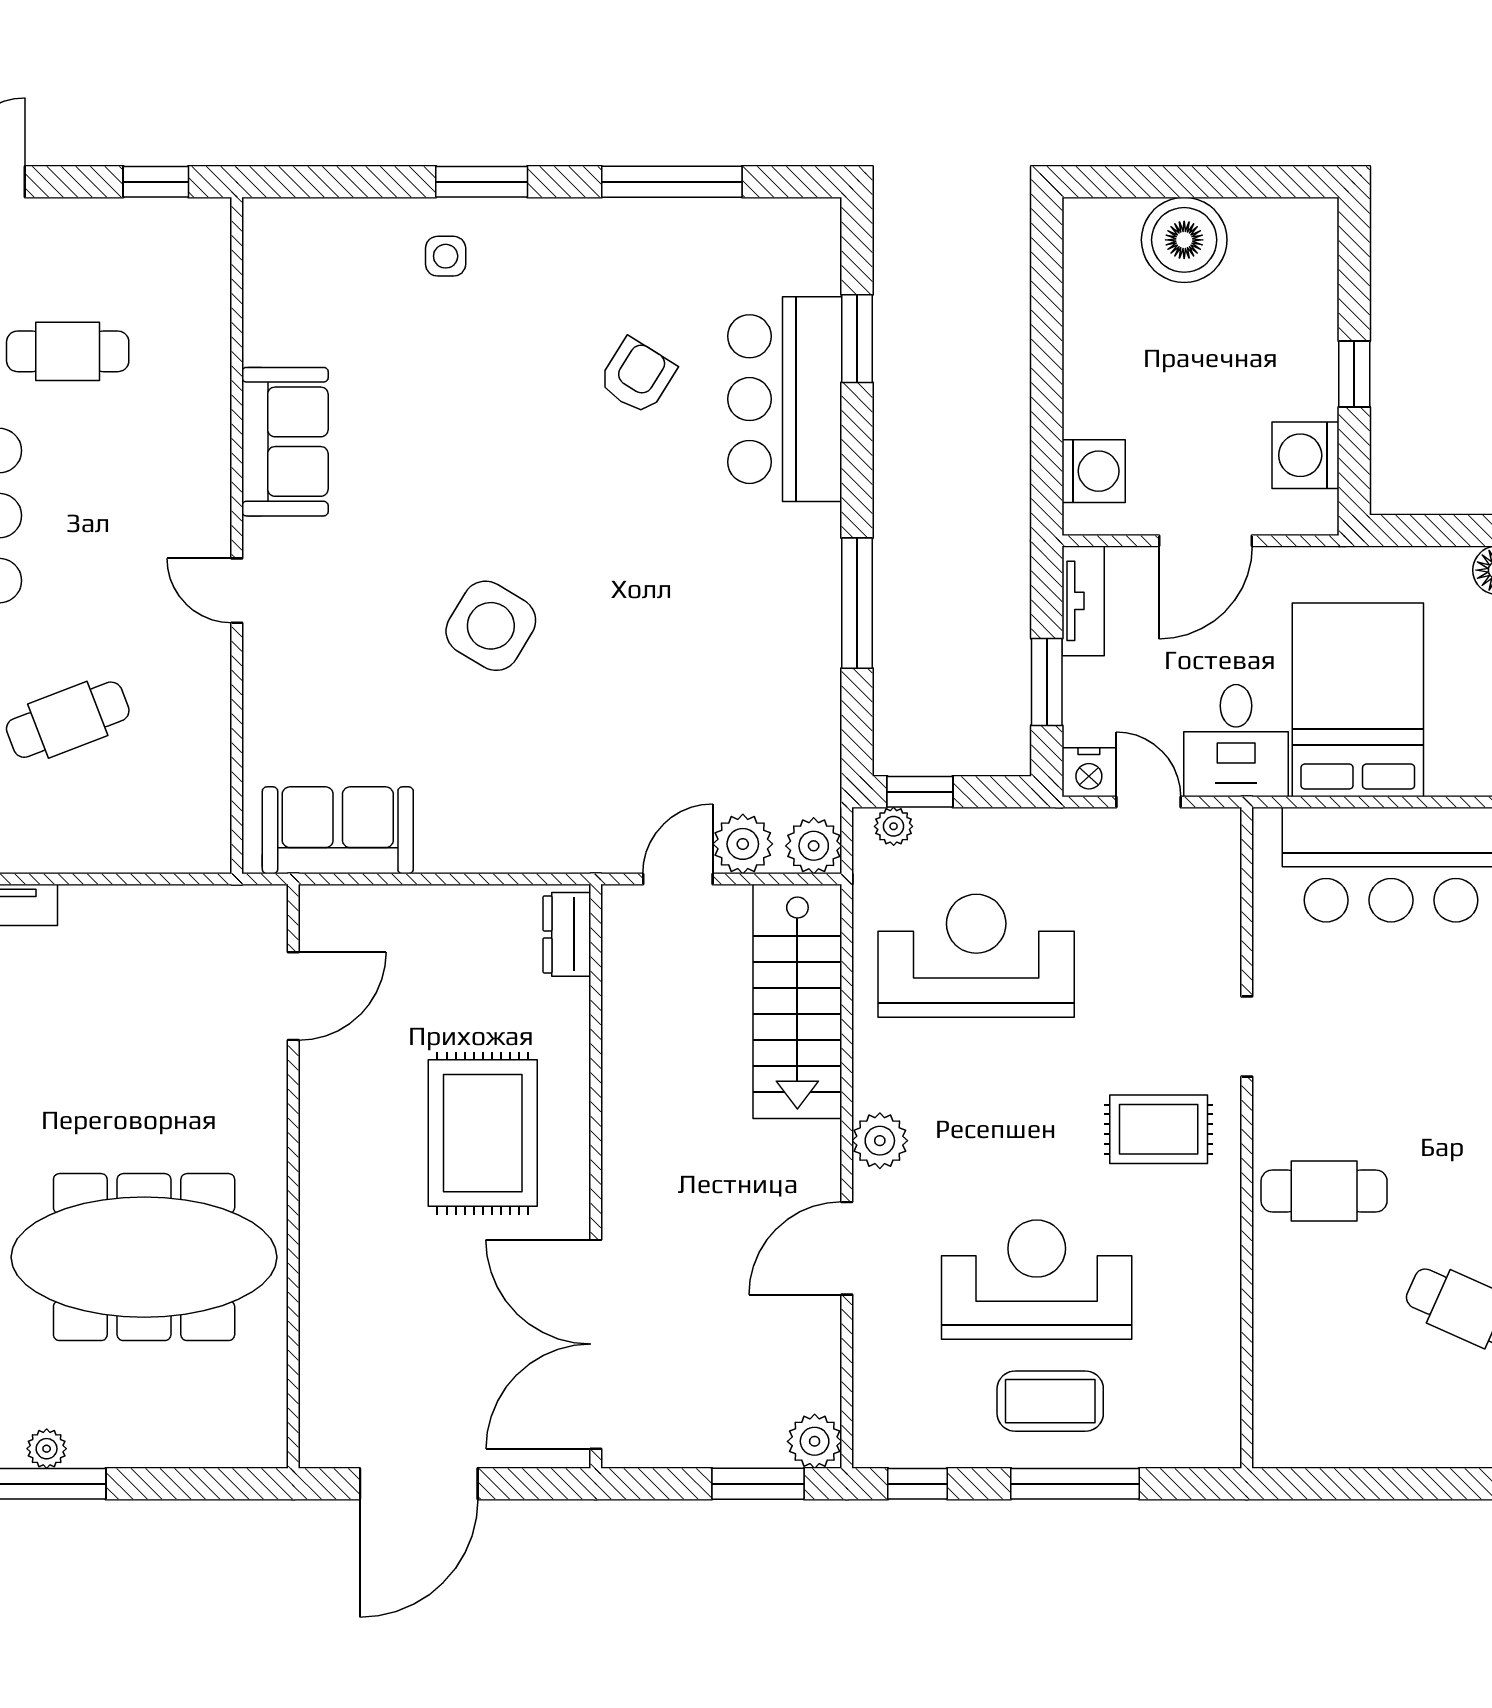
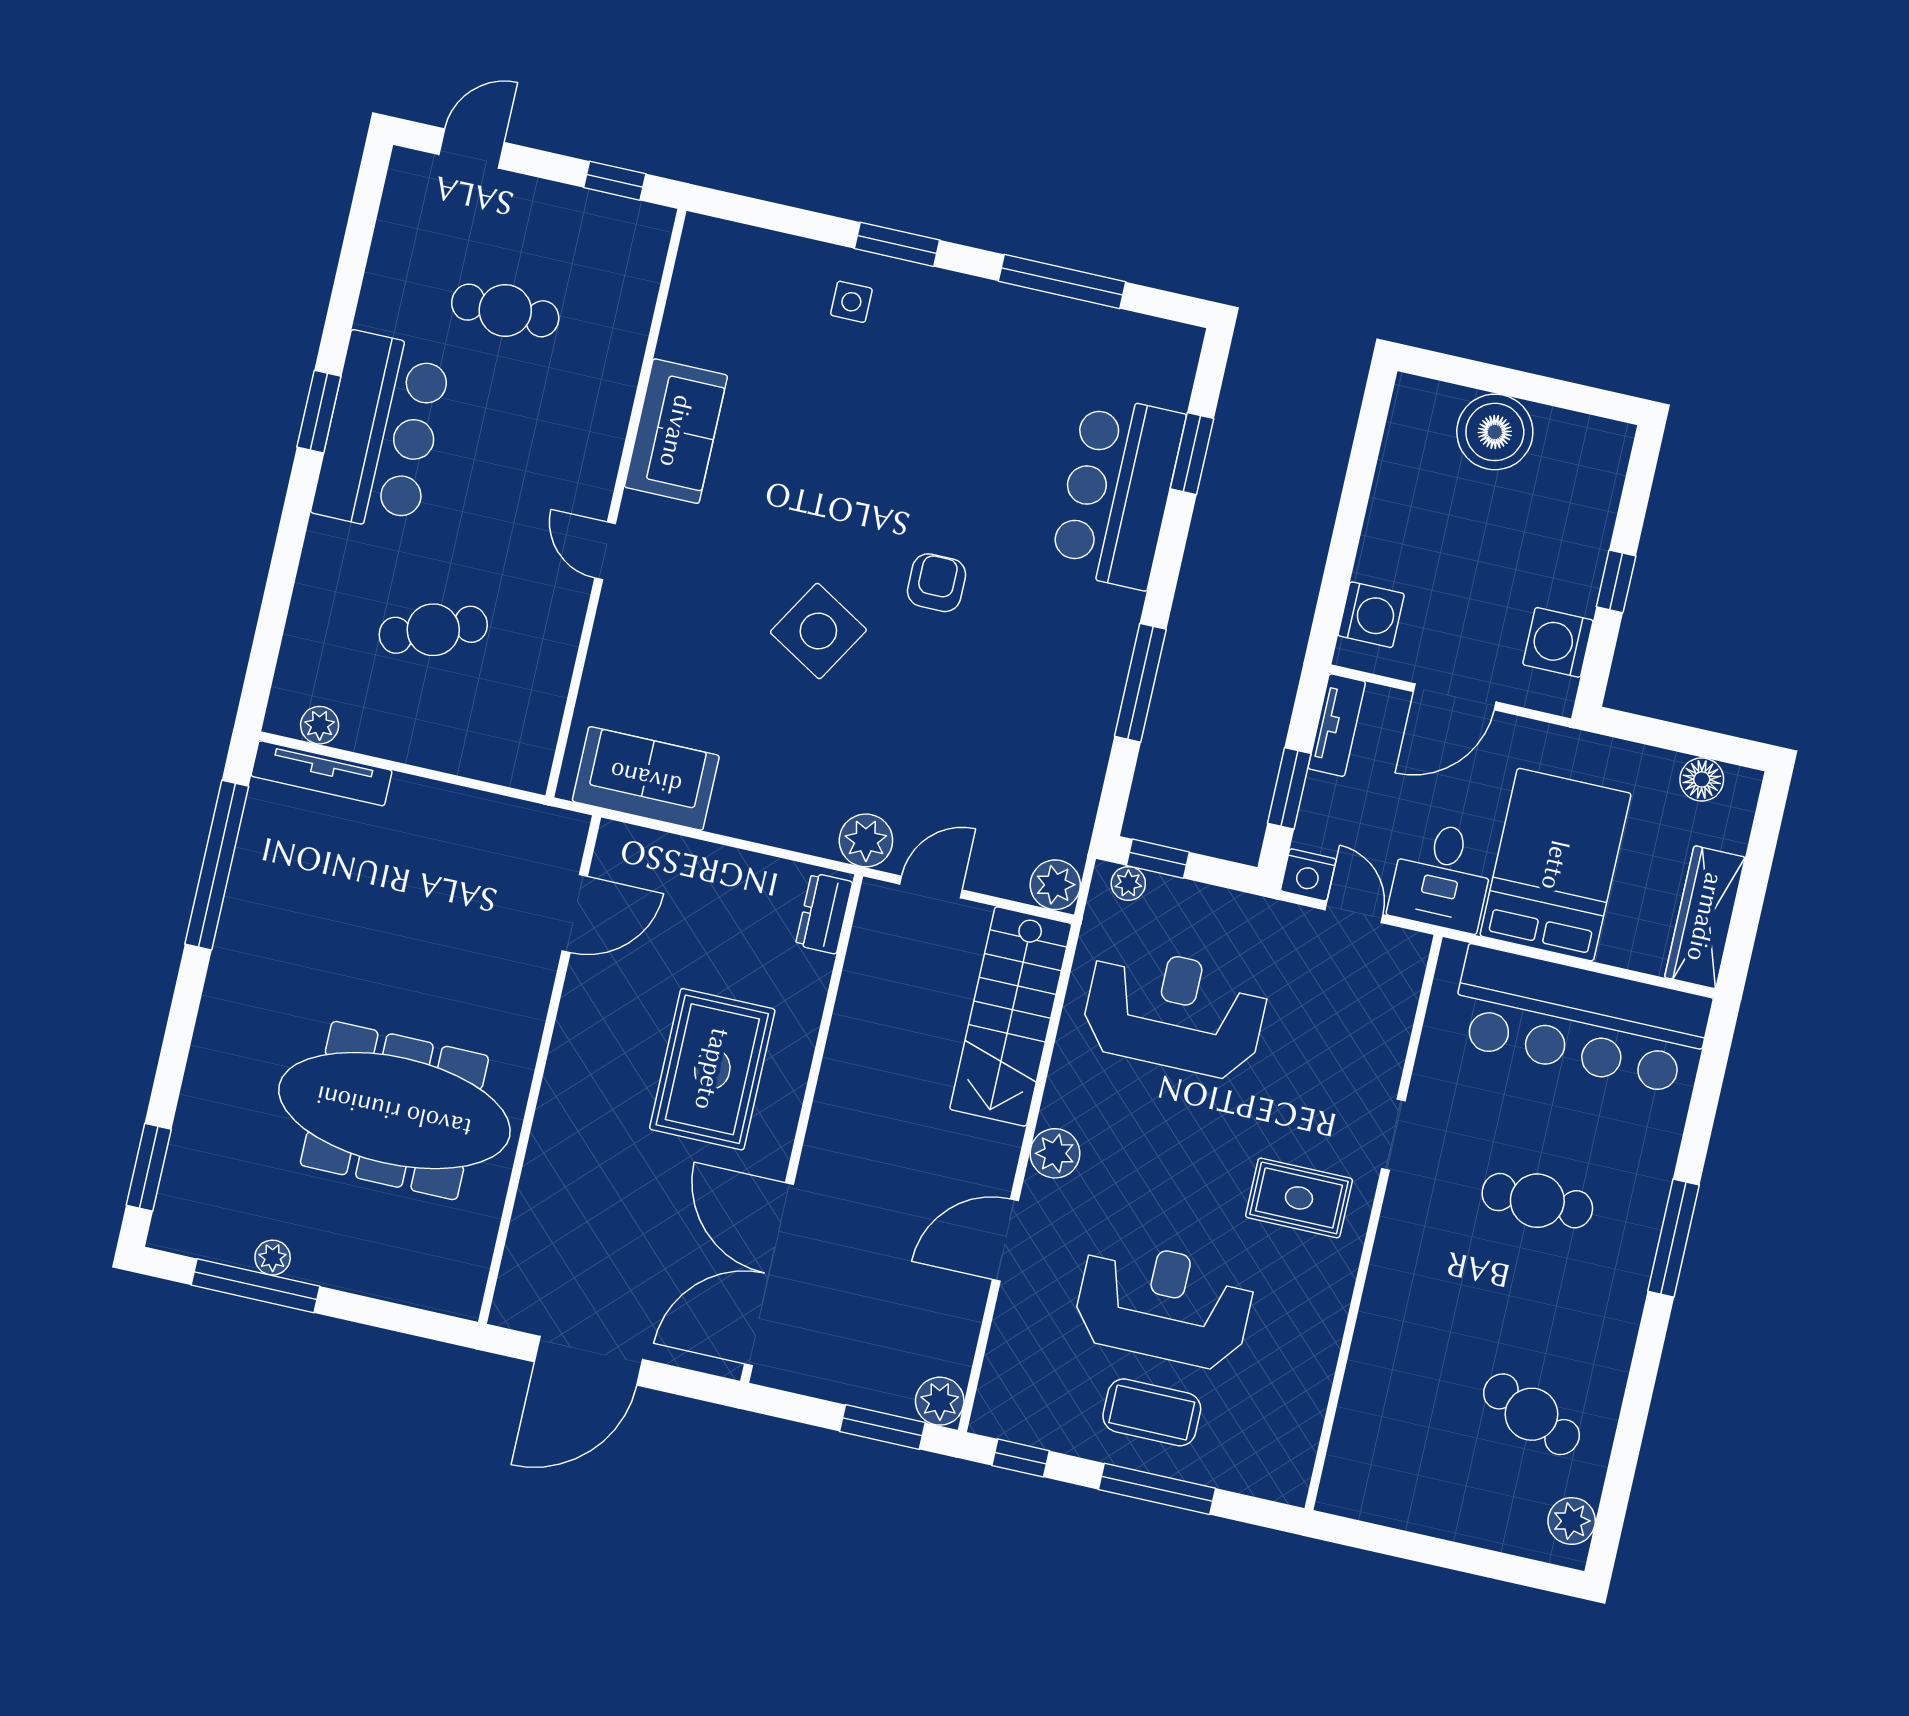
armchair: (637, 376) -> (937, 583), moved, turned -32
plant: (743, 844) -> (866, 840), moved
cafe table: (1324, 1191) -> (1537, 1201), moved

